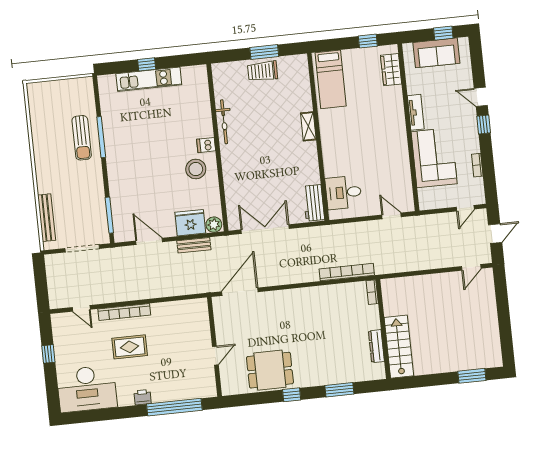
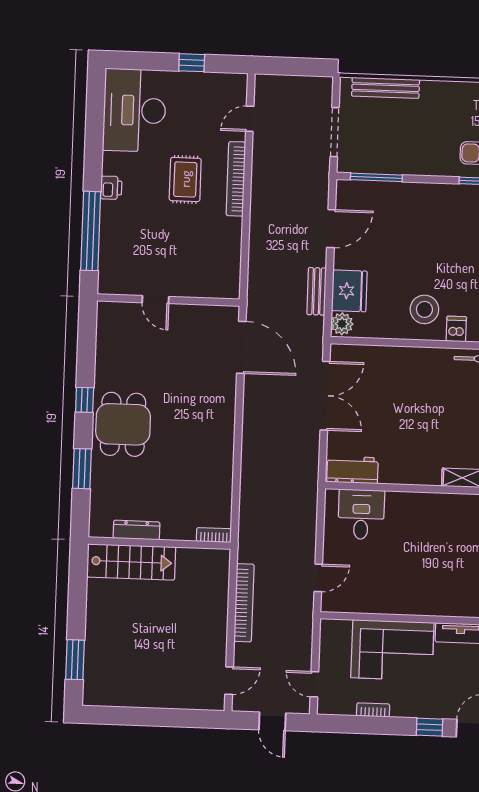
door: (471, 267) -> (229, 681), swing flipped
bookcase: (347, 272) -> (244, 603), moved
dining table: (270, 370) -> (123, 424), moved

